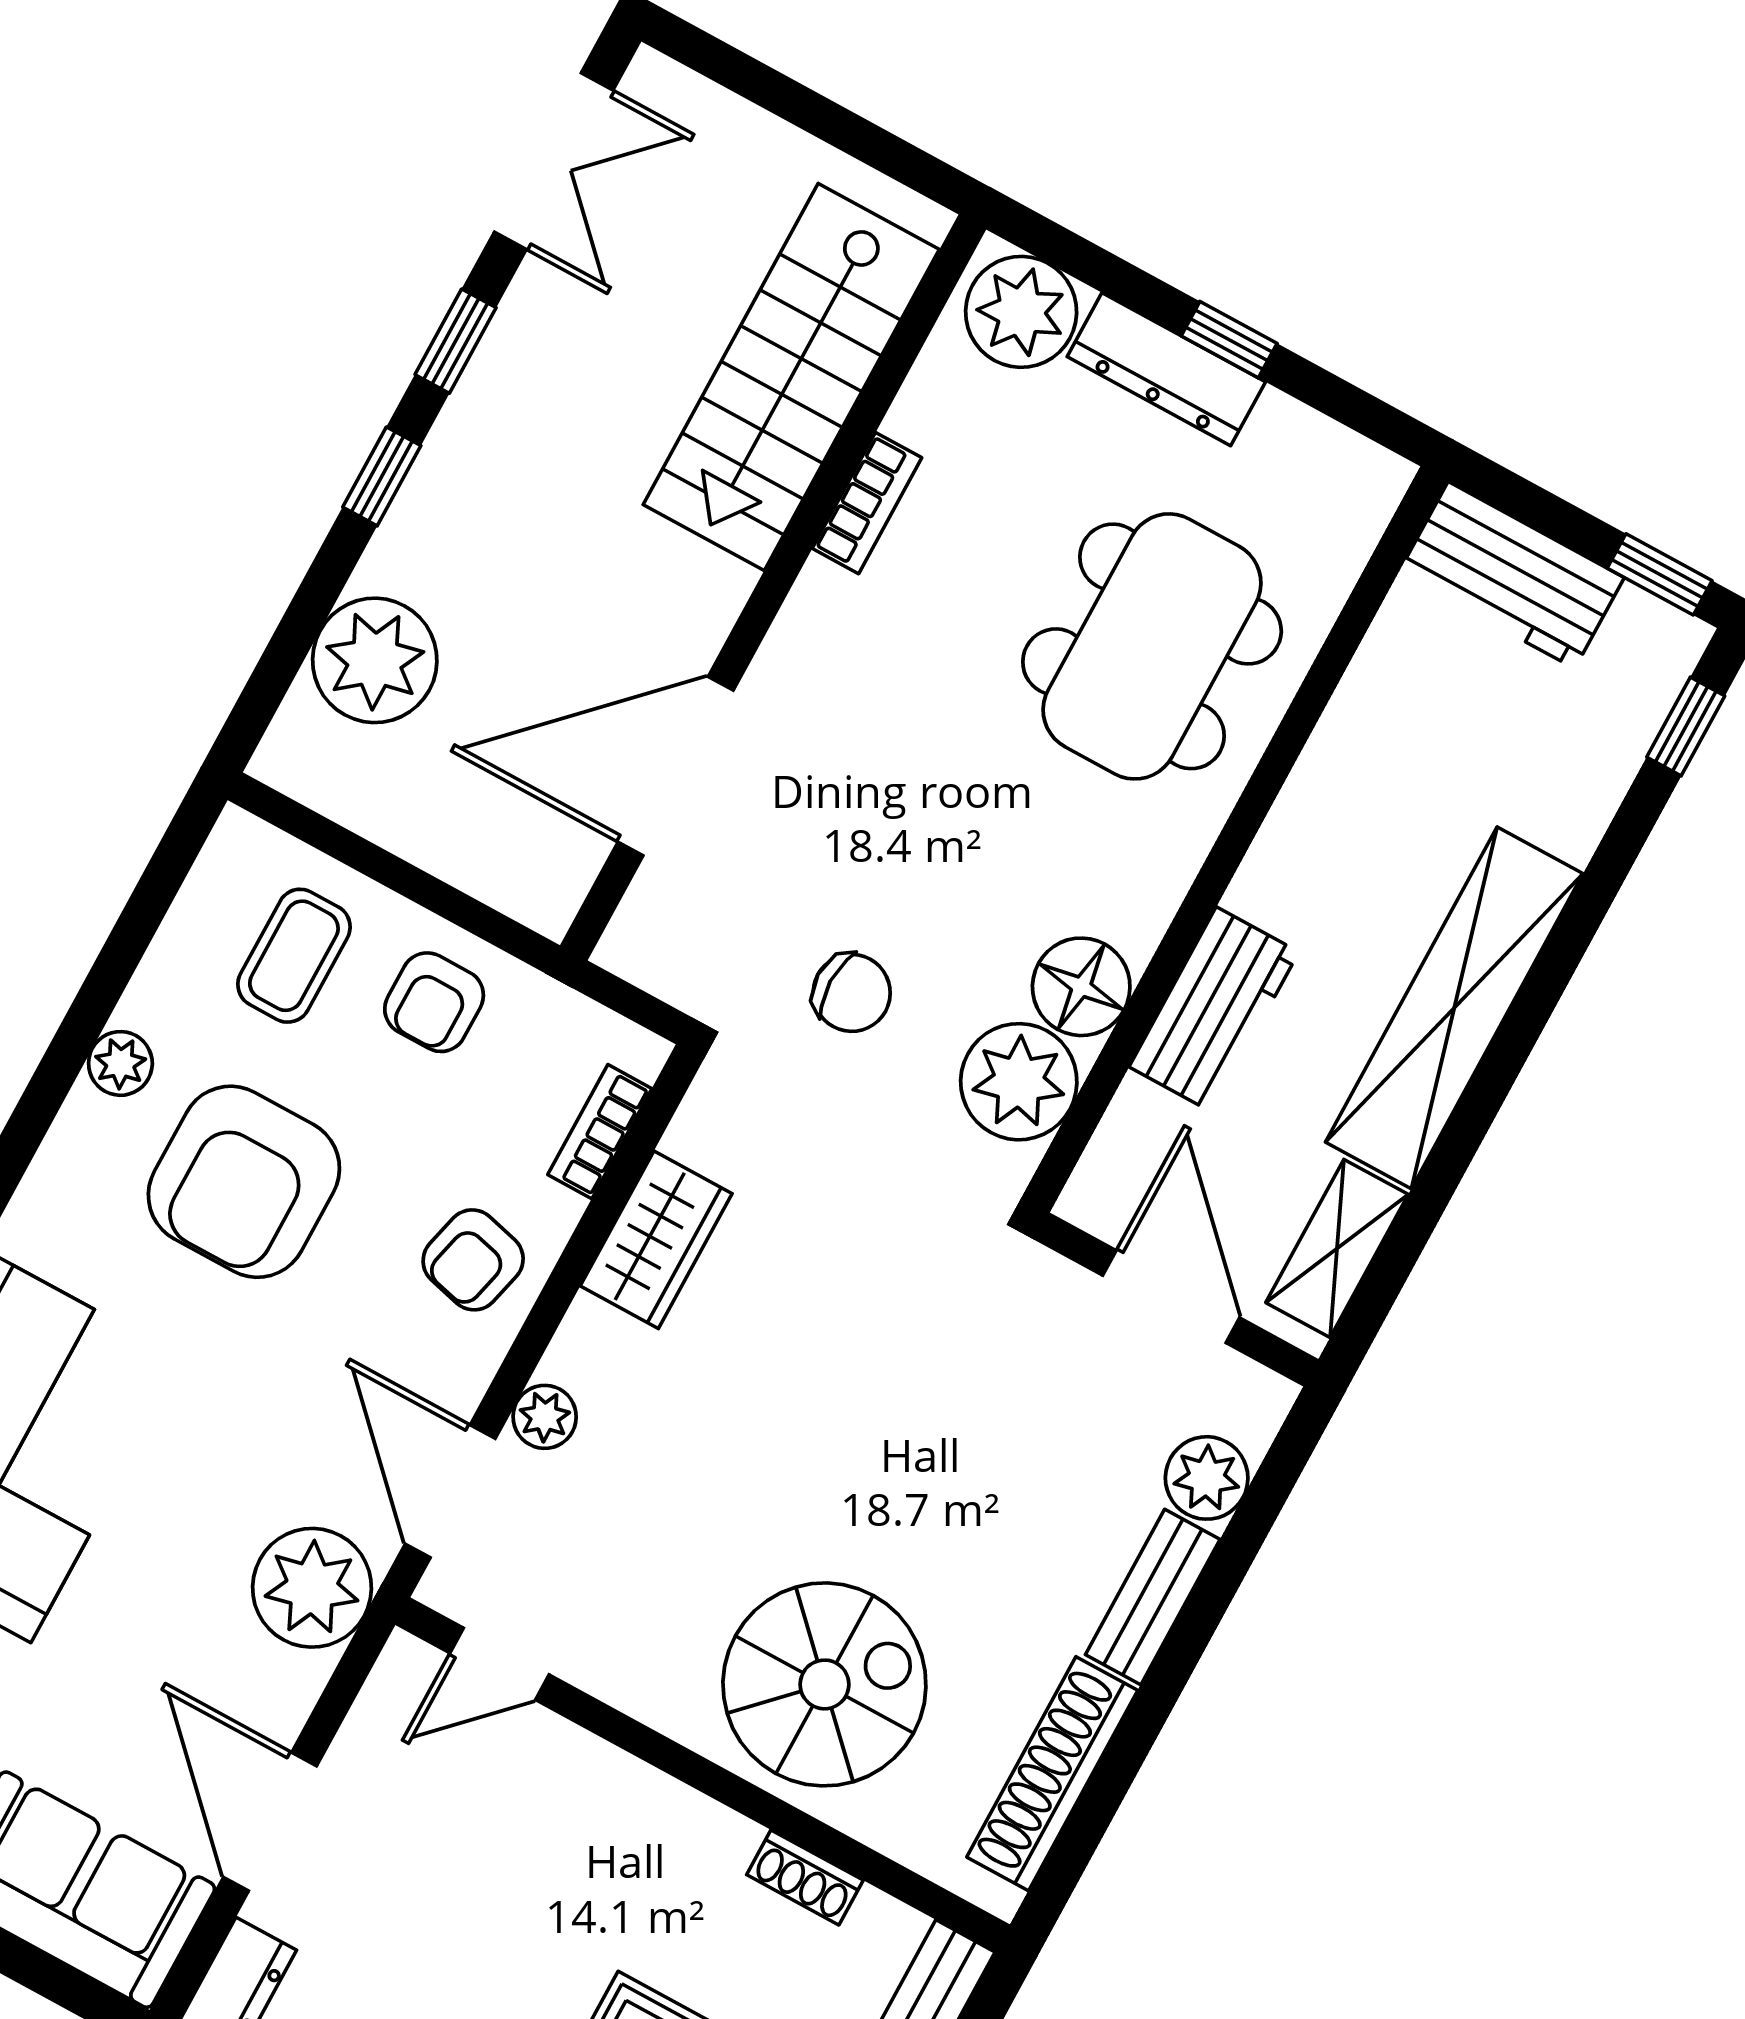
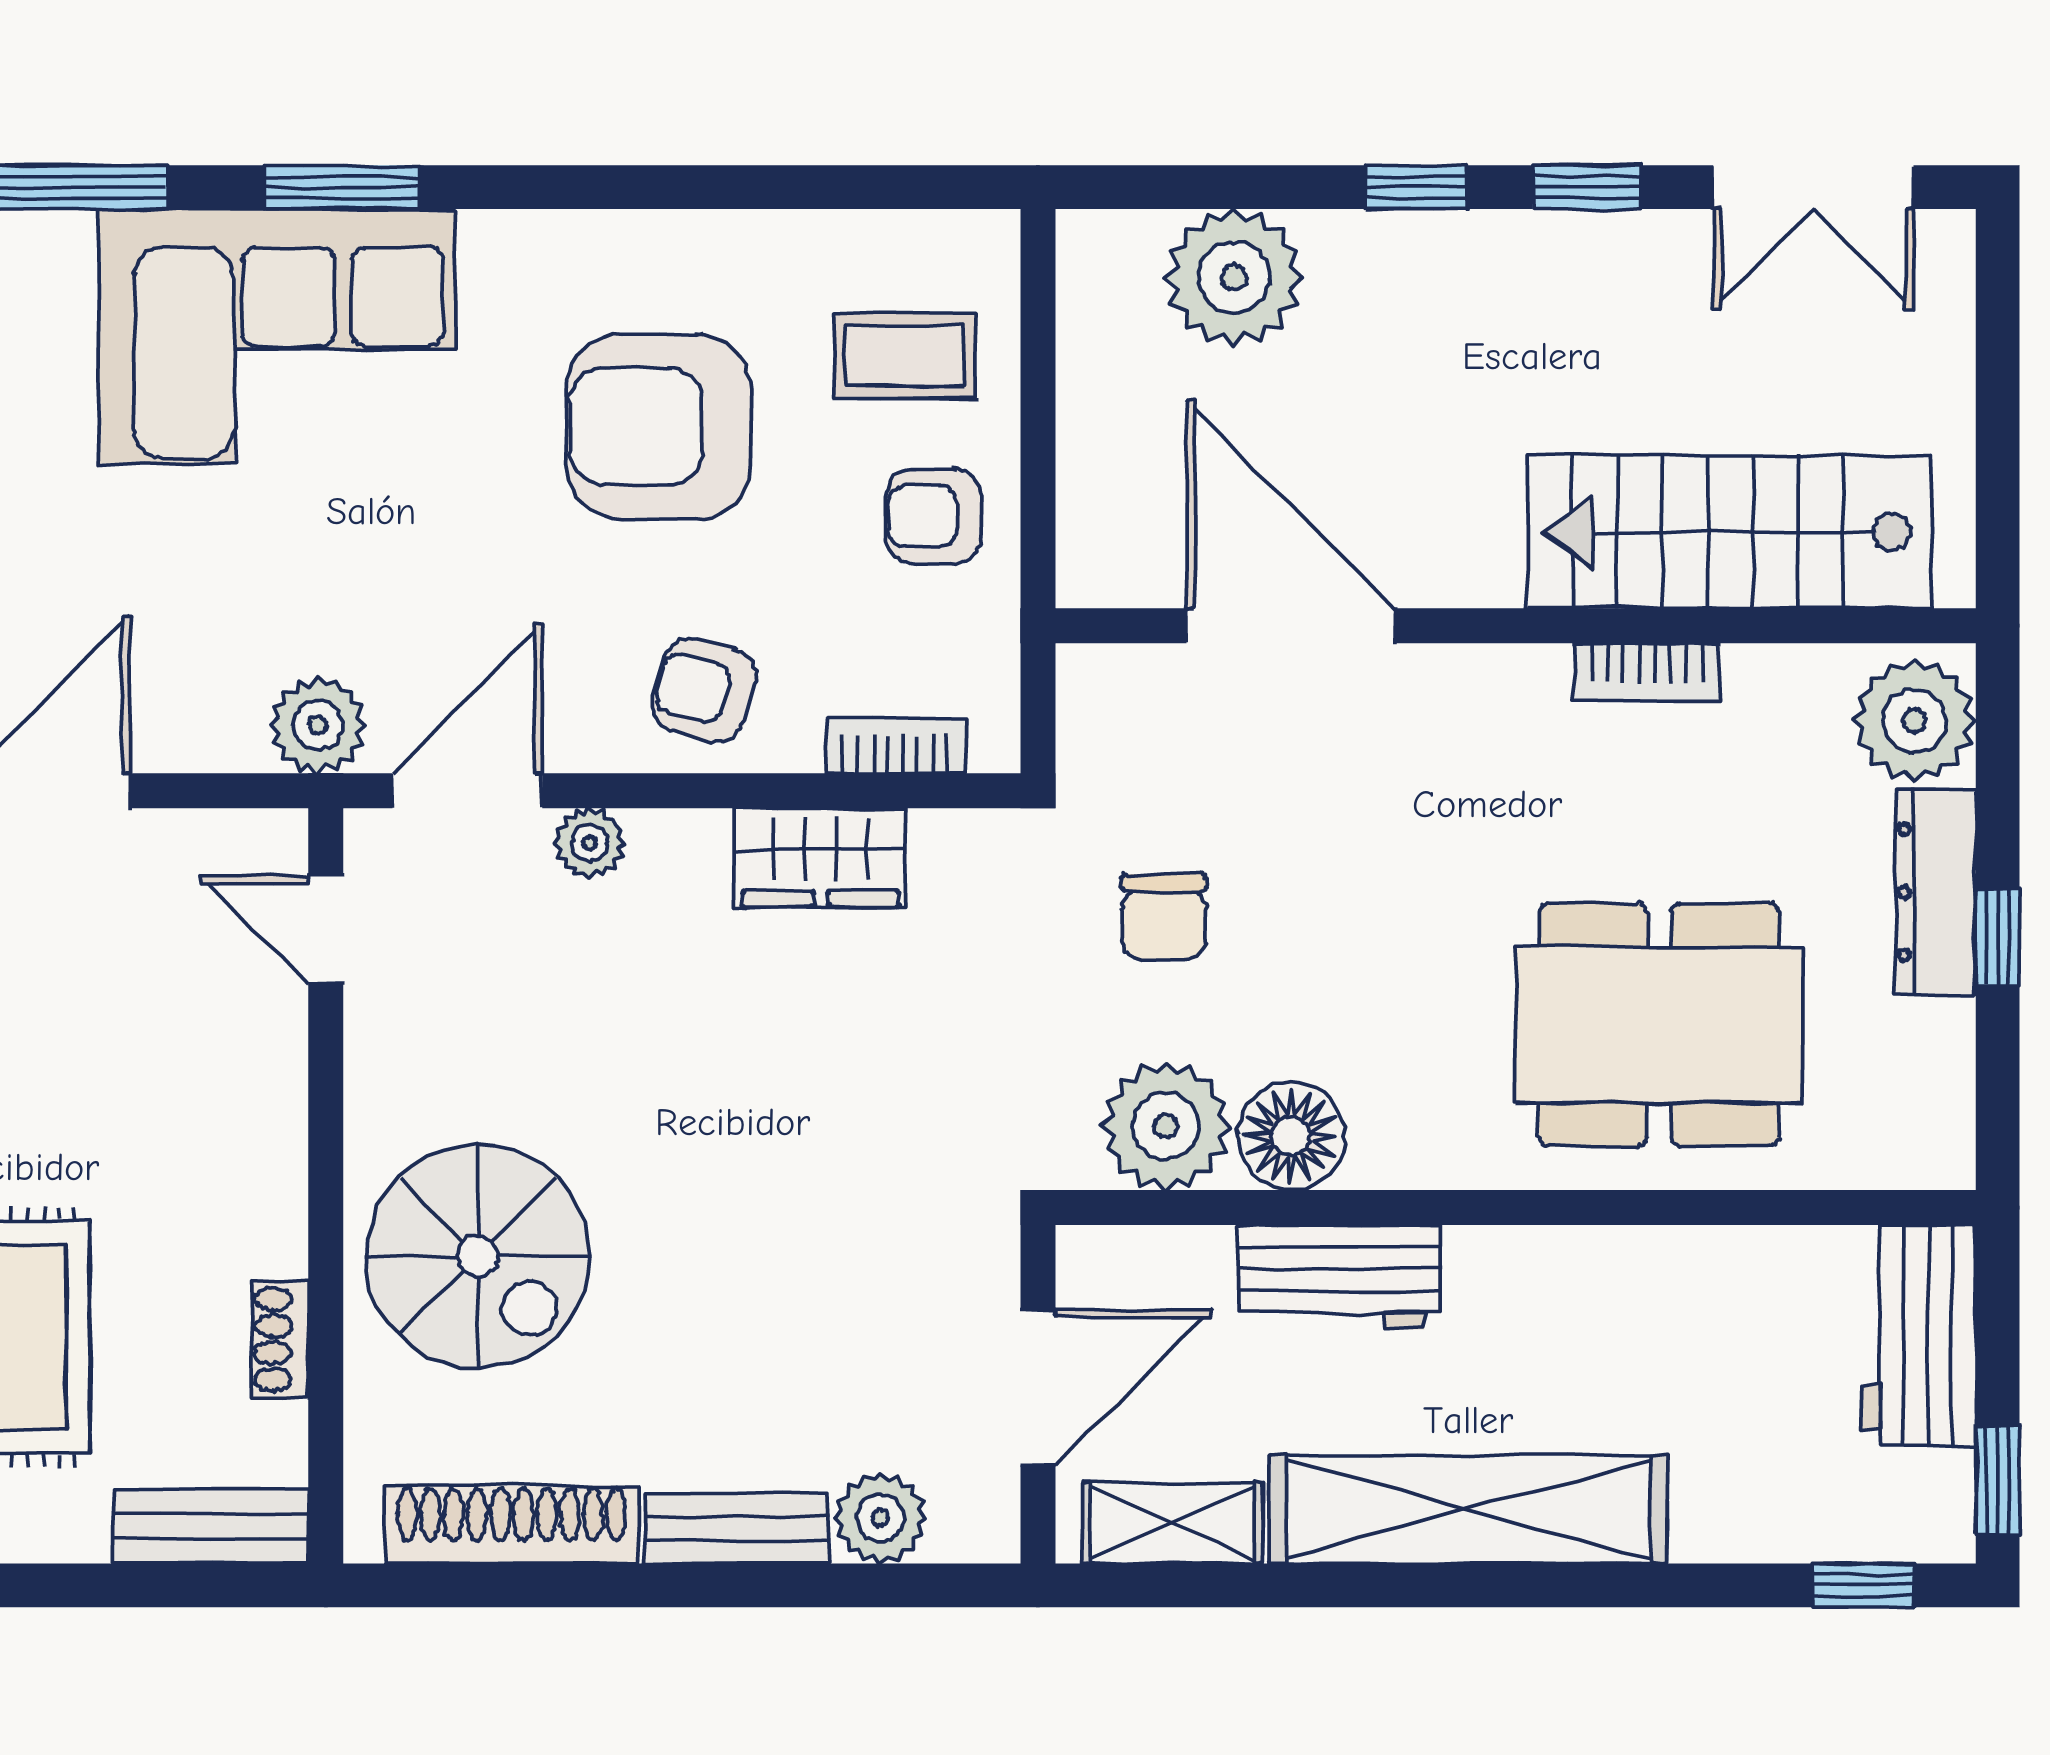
plant: (120, 1063) -> (708, 244), removed
plant: (312, 1588) -> (318, 725), width x0.73, depth x0.73

